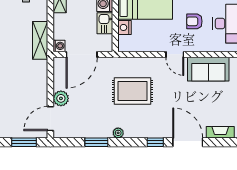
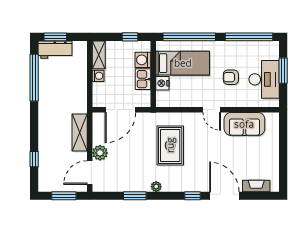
shelving: (40, 40) -> (80, 133), moved
washing machine: (59, 46) -> (98, 76), moved
rug: (132, 91) -> (170, 145), turned 90

